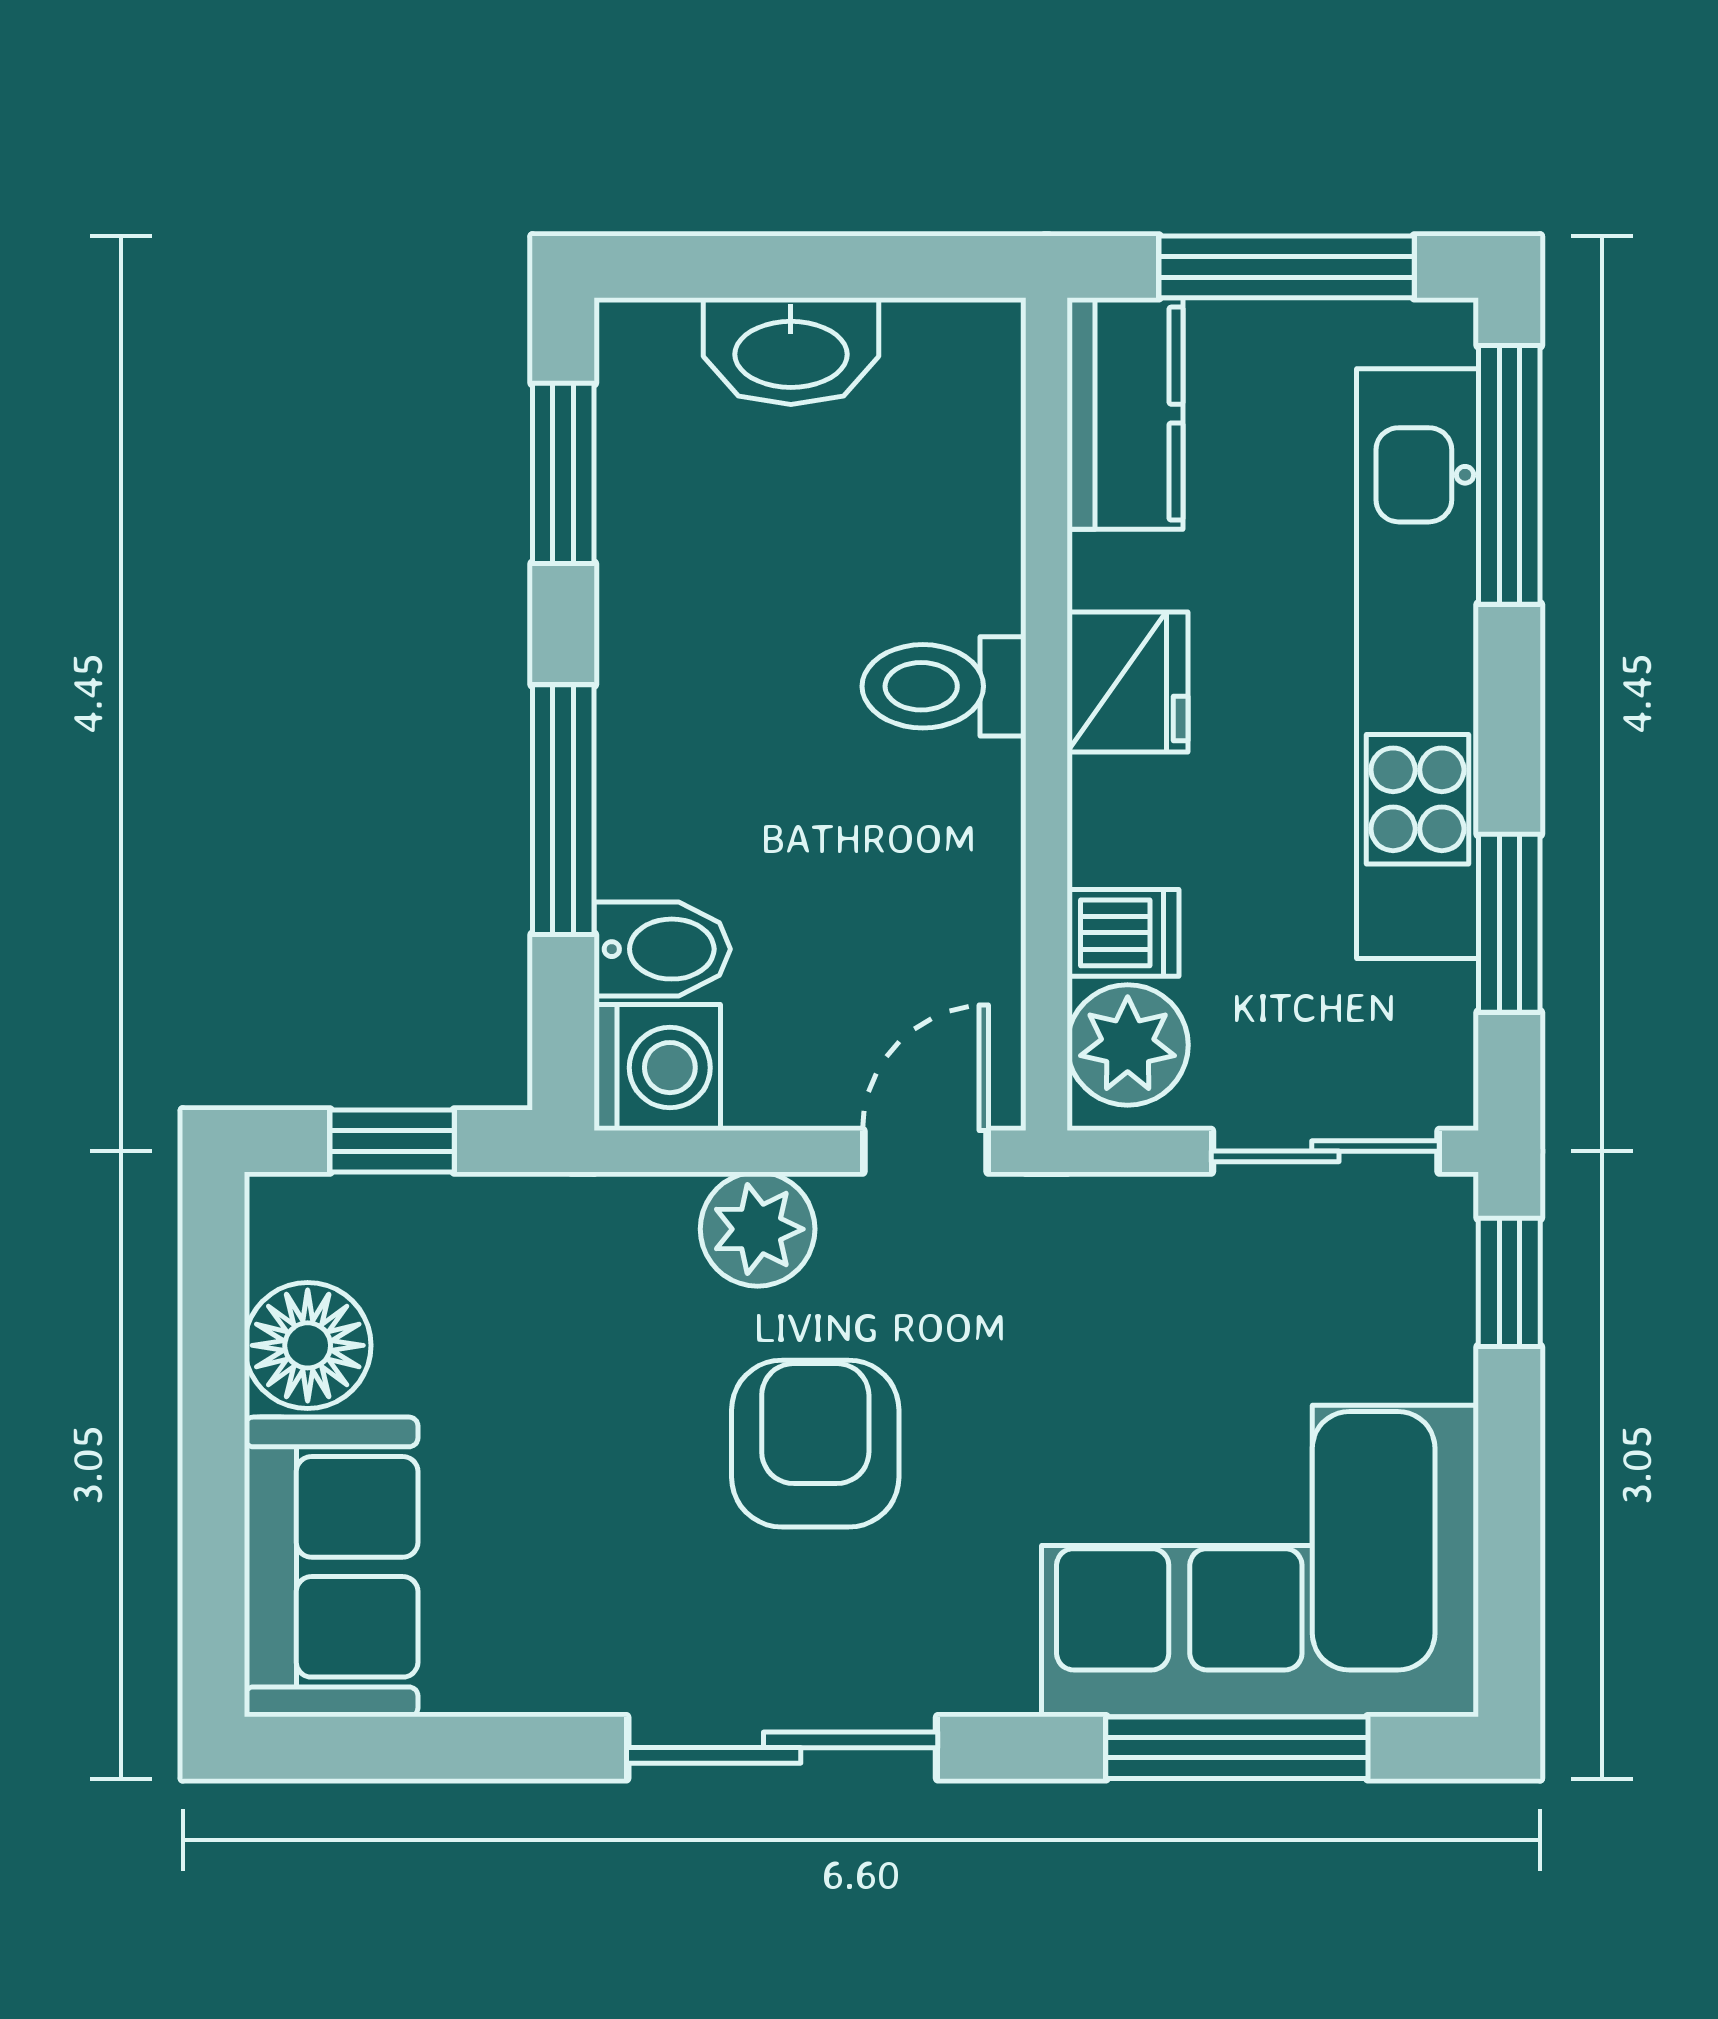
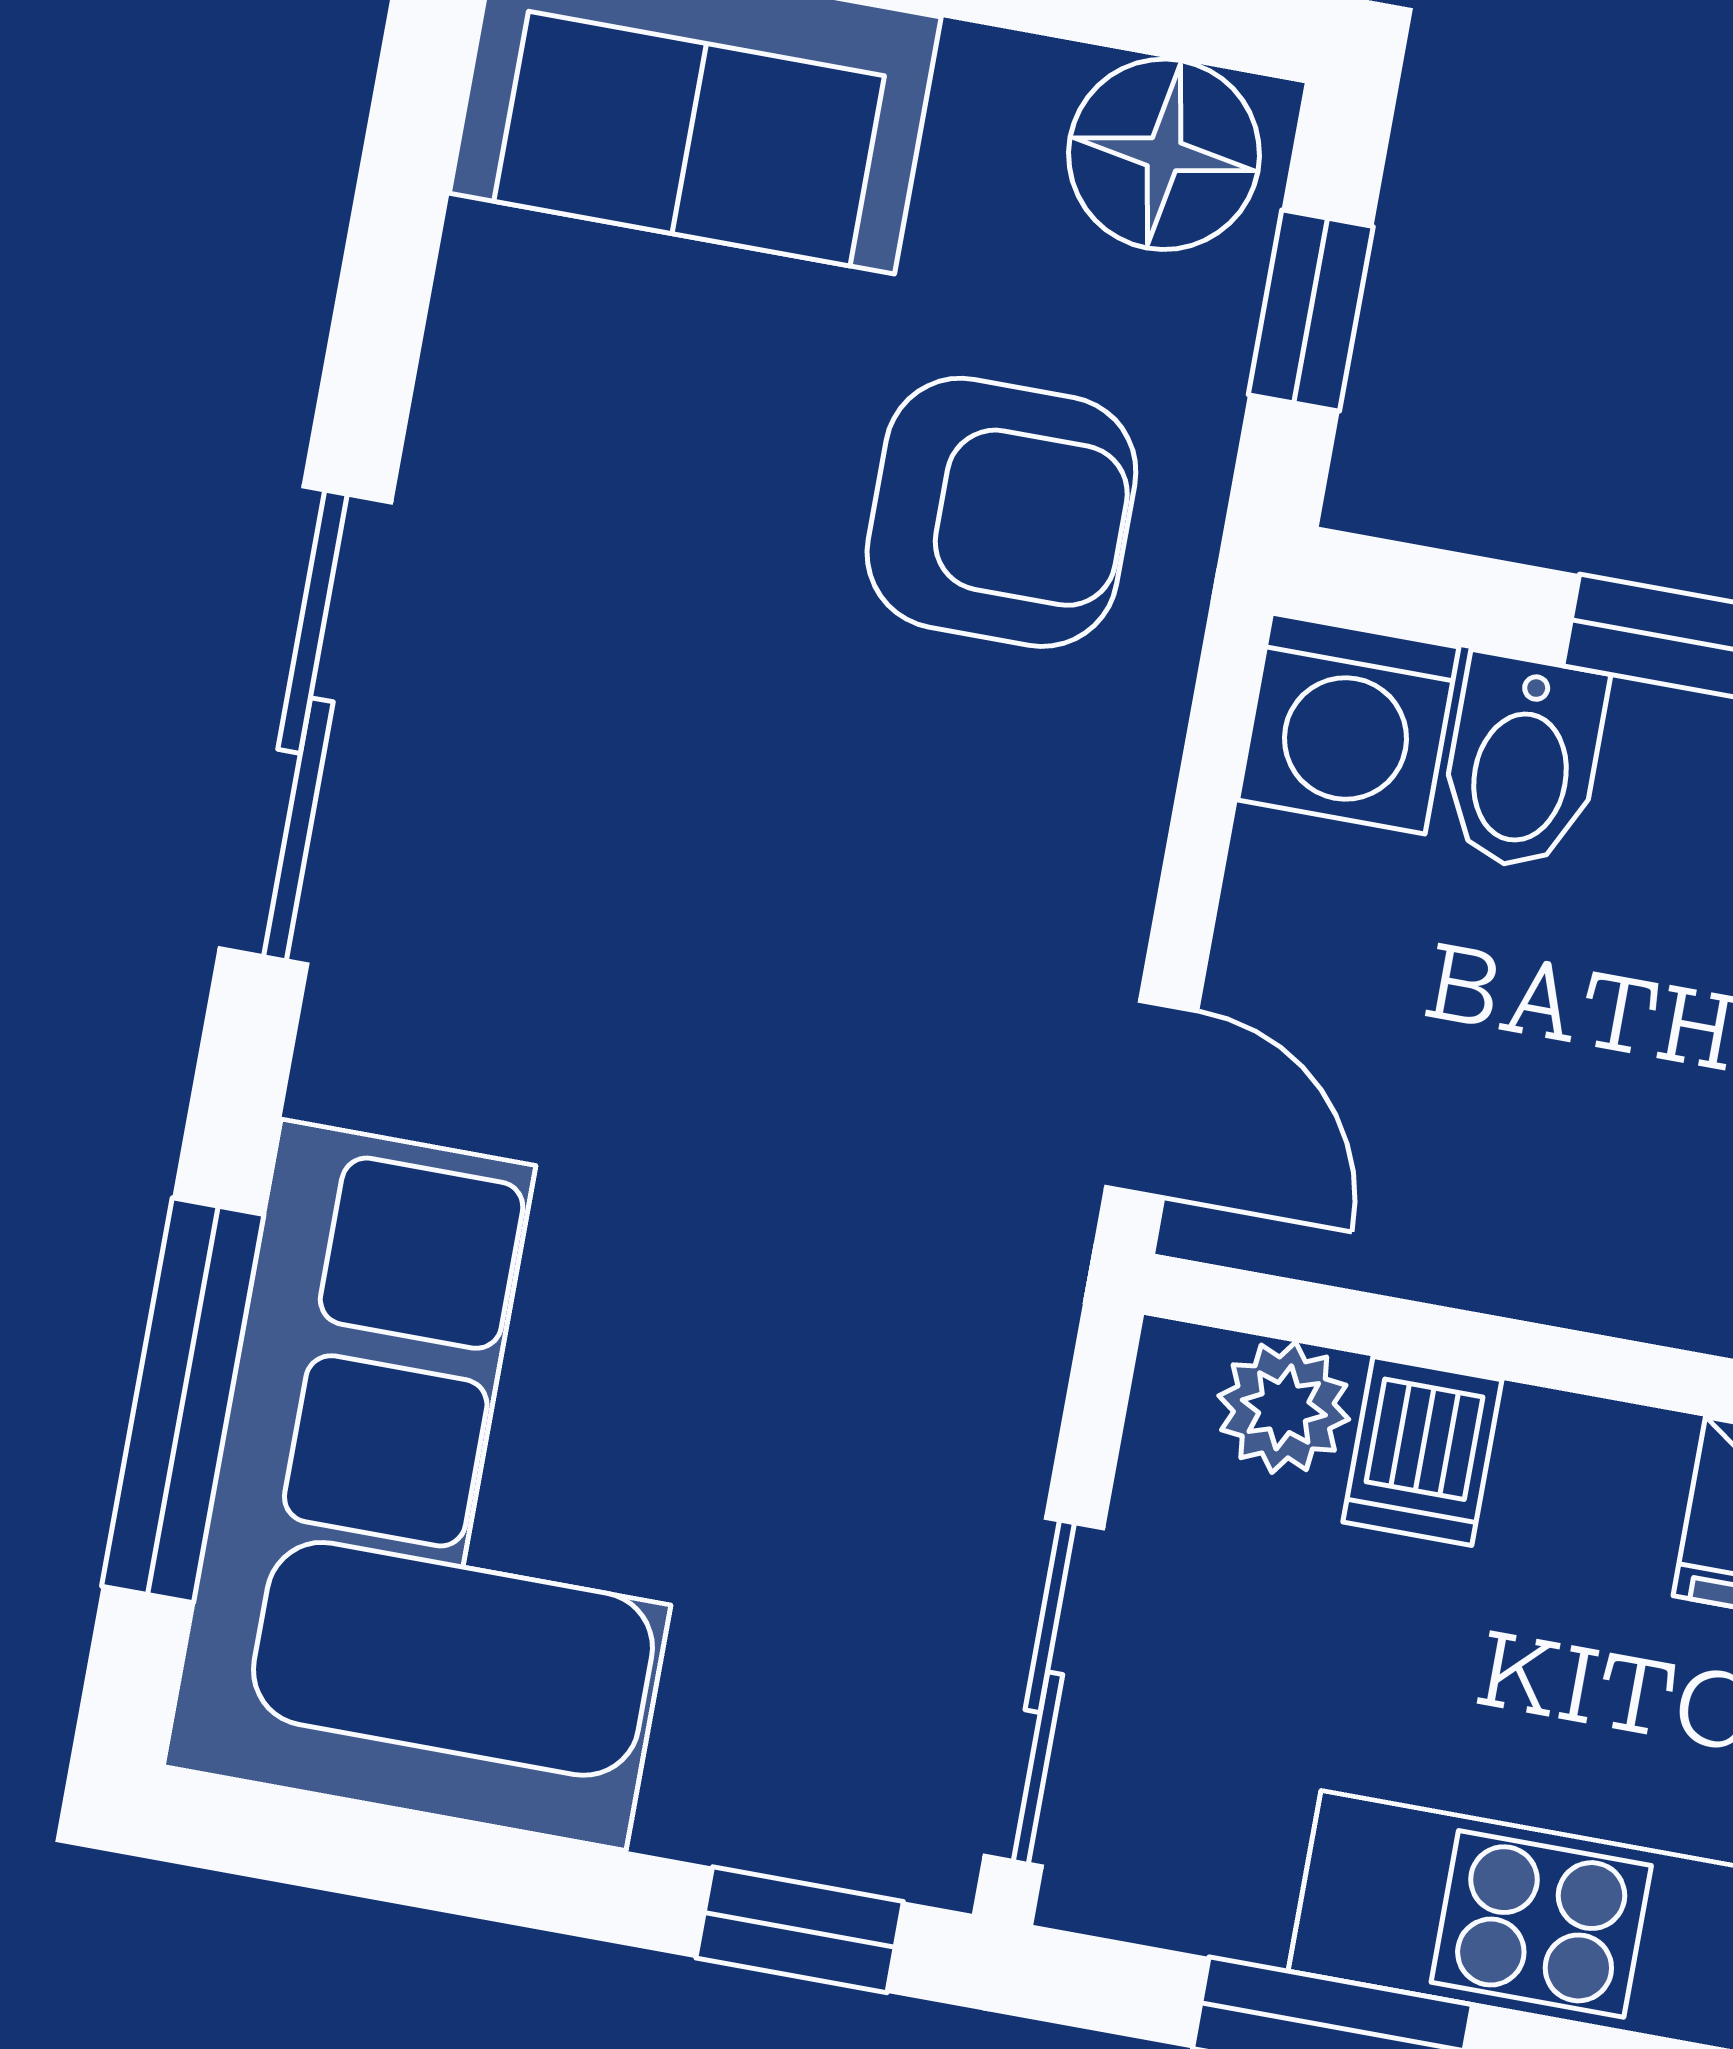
plant: (1128, 1045) -> (1284, 1407), width x0.73, depth x0.73
plant: (758, 1229) -> (1082, 829), removed
floor lamp: (308, 1345) -> (1164, 154), moved
armchair: (815, 1444) -> (1001, 512), moved

